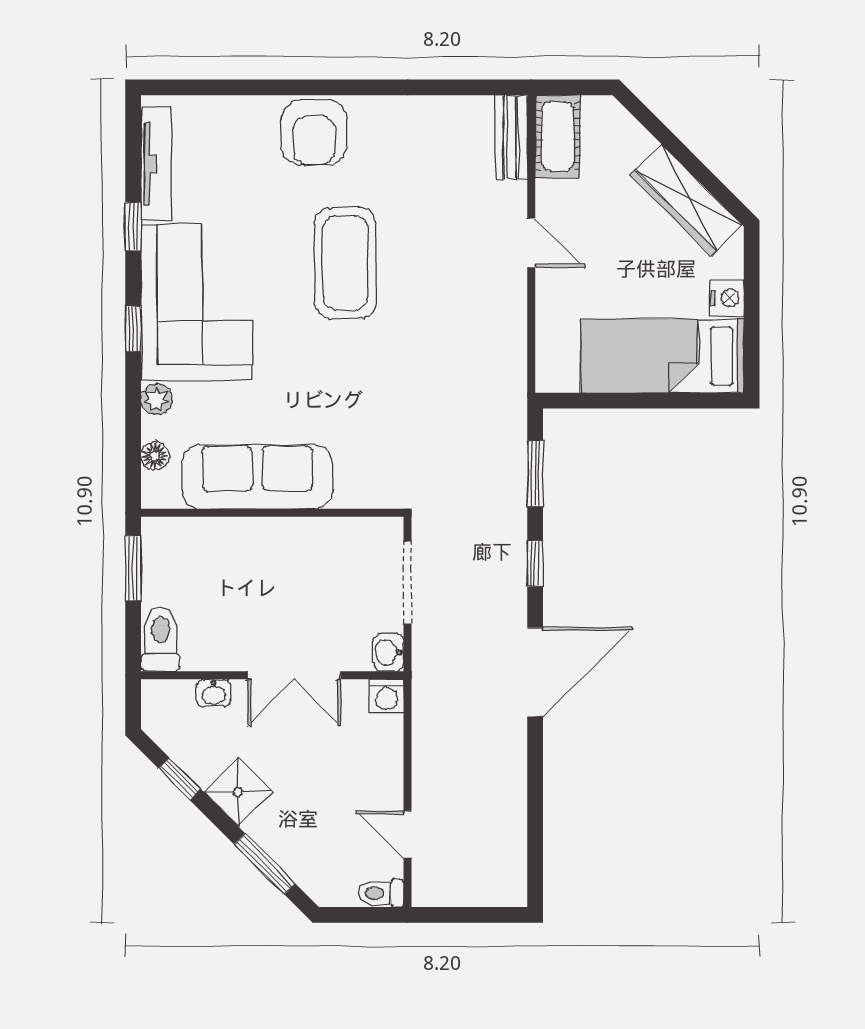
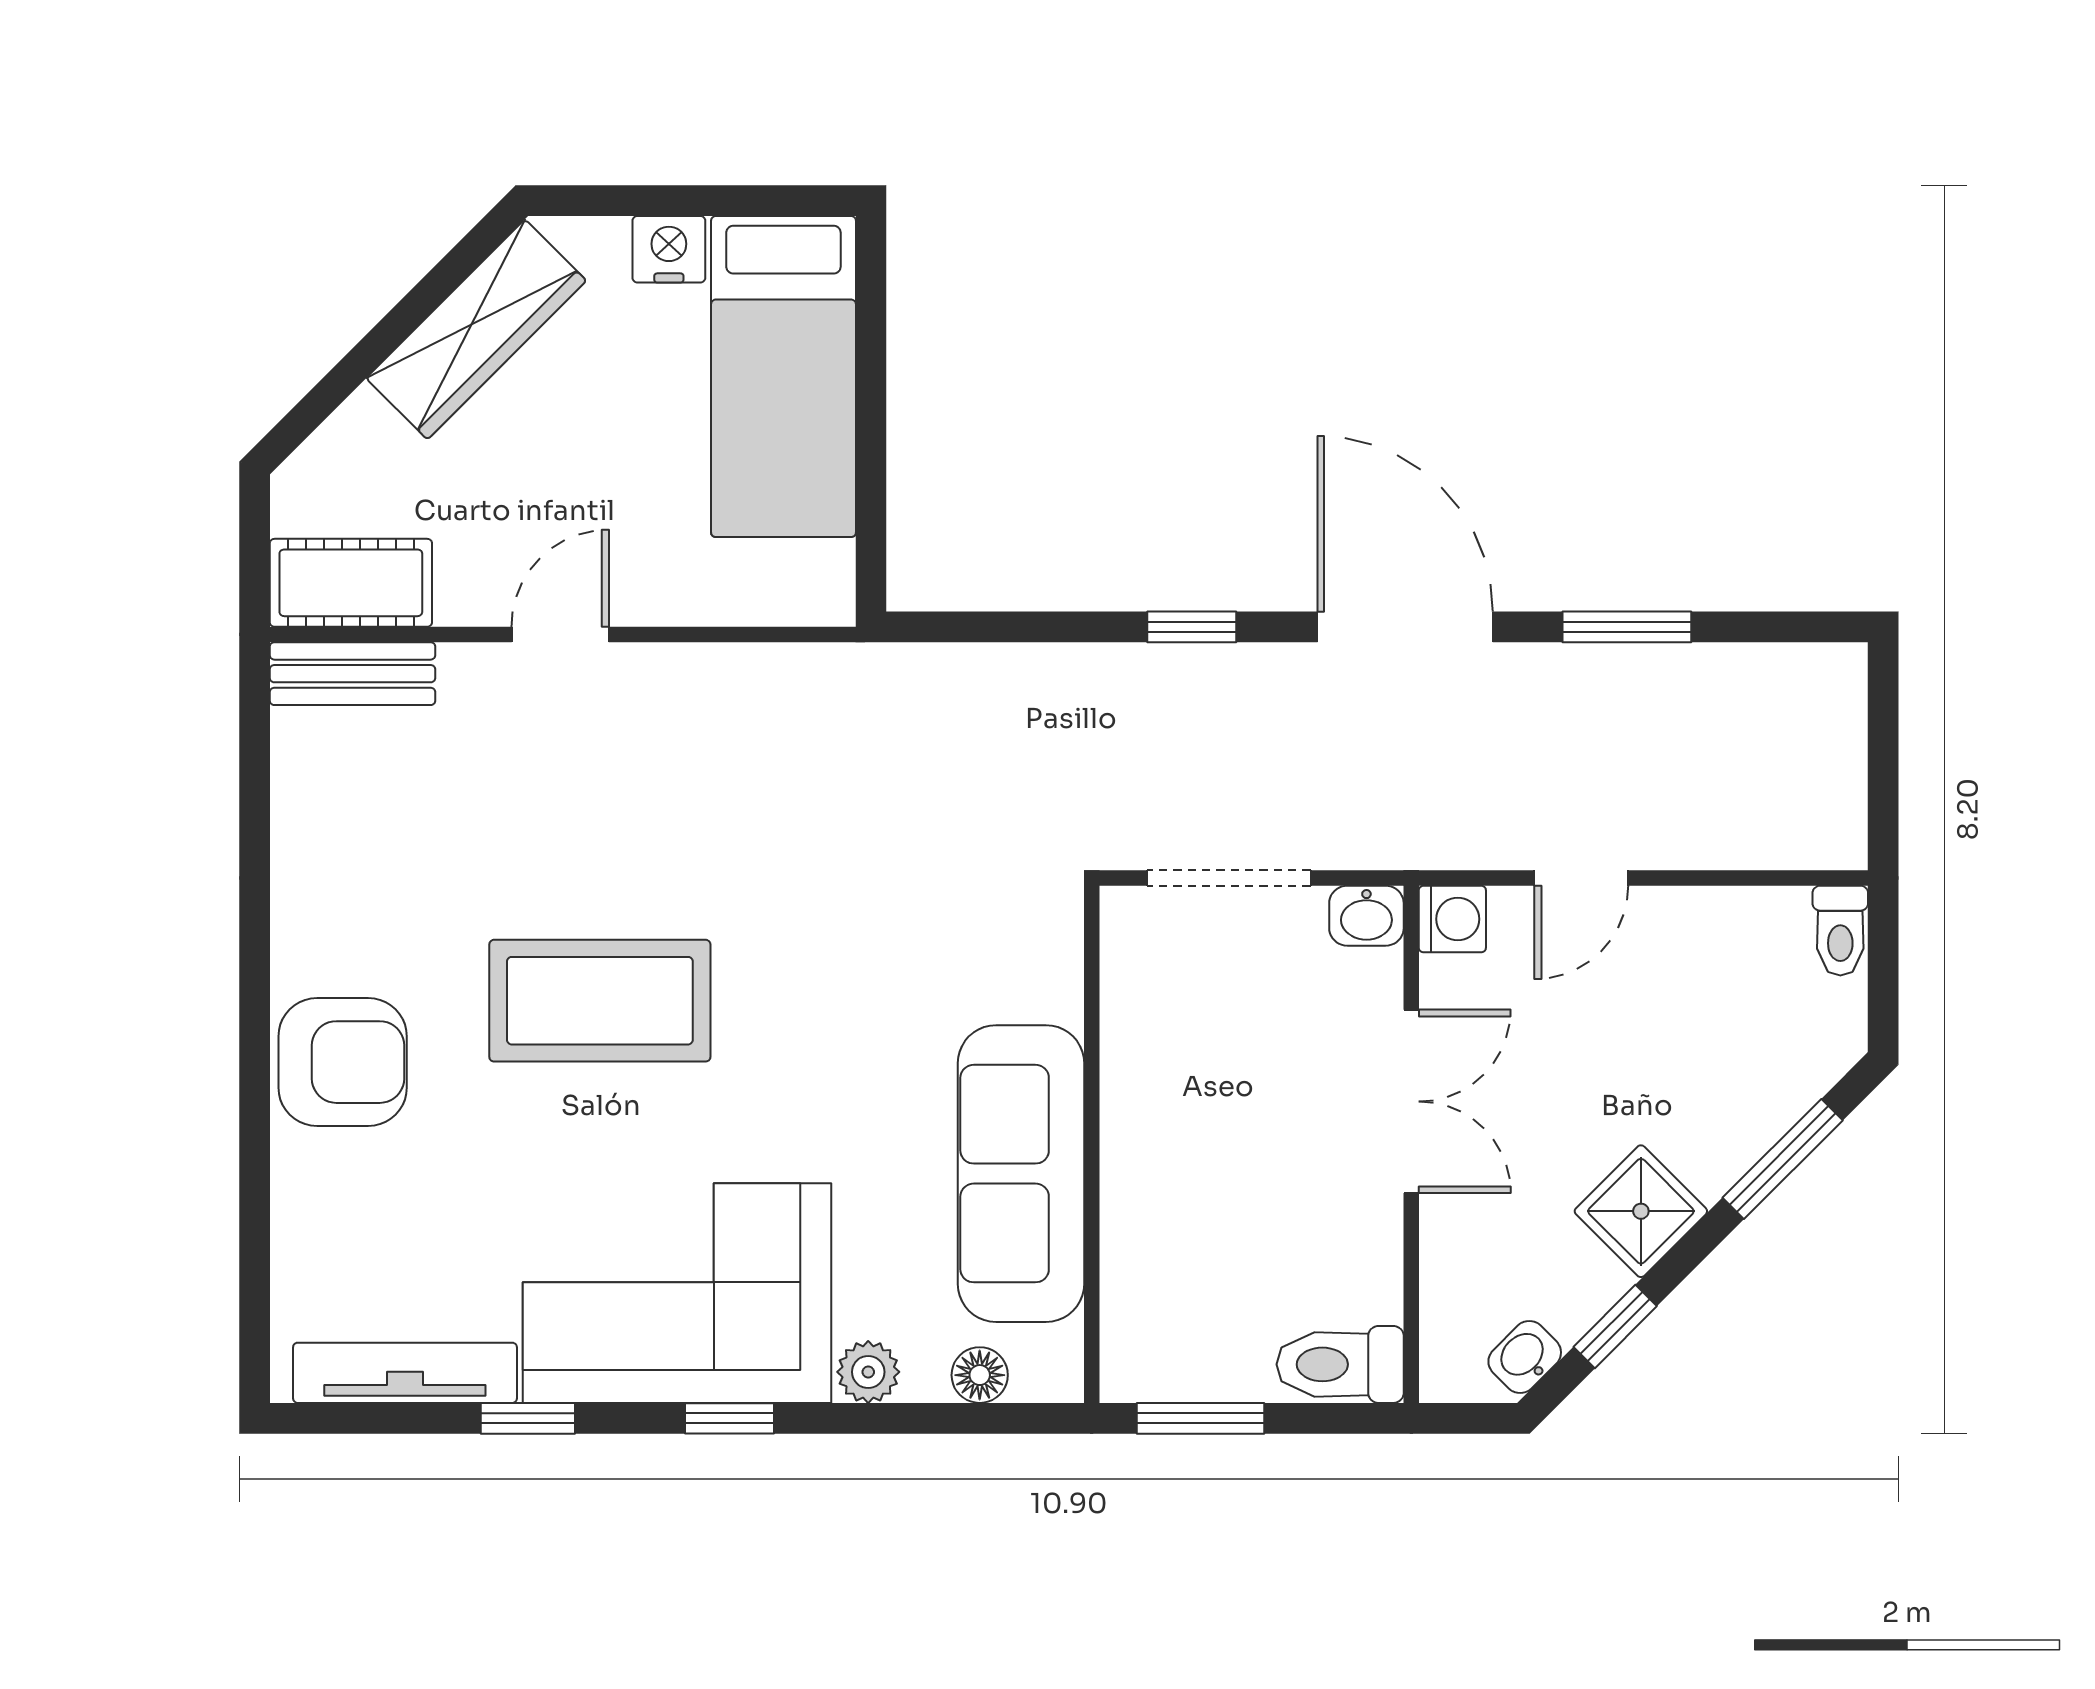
window: (535, 474) -> (1627, 627), moved
washbasin: (214, 693) -> (1525, 1357), moved, turned -135
door: (408, 834) -> (1581, 878), moved

